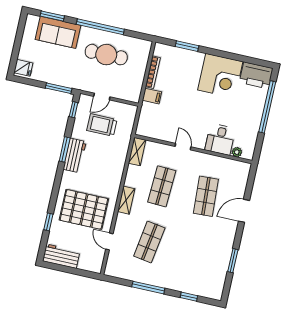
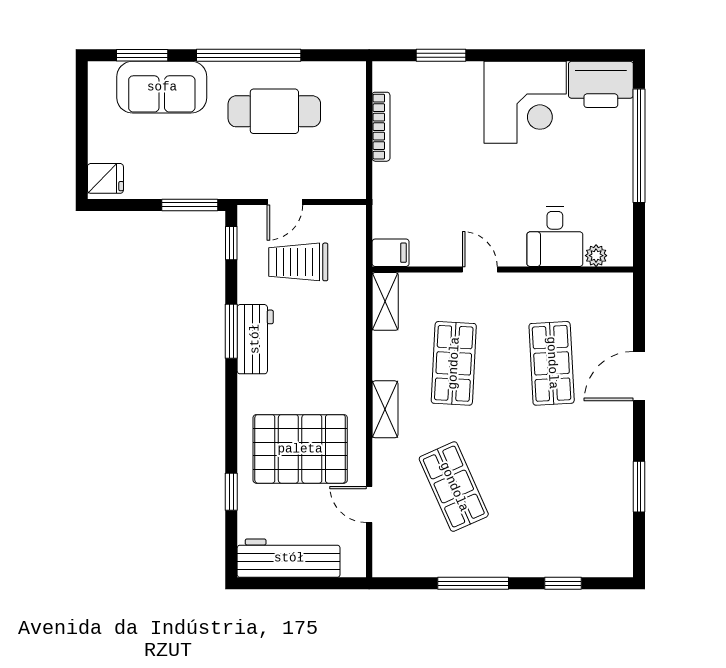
filing cabinet: (152, 96) -> (391, 253), moved
shop shelf: (149, 242) -> (454, 487), turned -33
workbench: (61, 256) -> (289, 558), width x1.38

